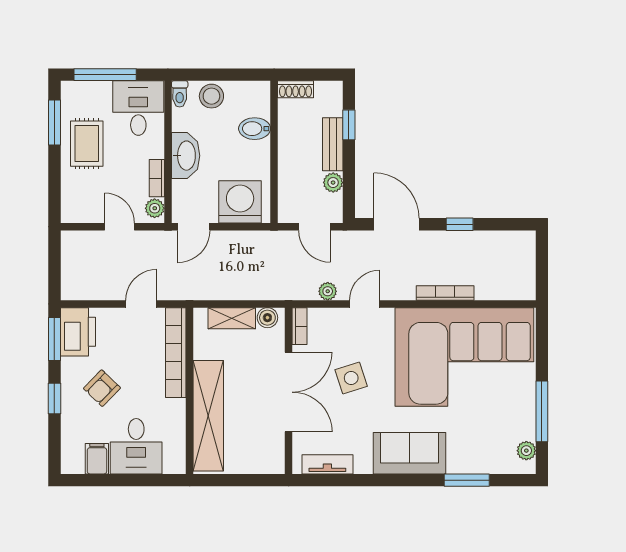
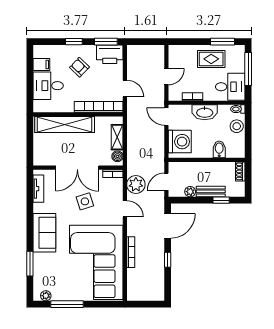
plant: (155, 208) -> (176, 96), removed
plant: (328, 291) -> (136, 185), width x1.87, depth x1.87

